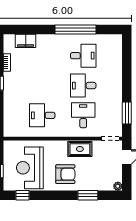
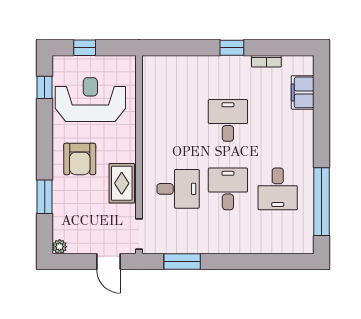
window: (75, 30) -> (322, 202), moved
desk: (42, 115) -> (228, 120), moved

